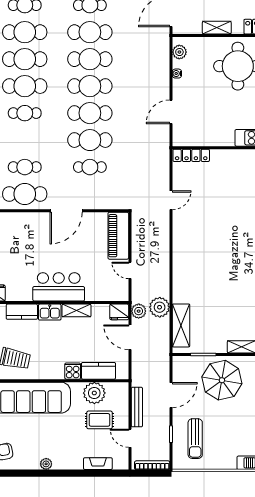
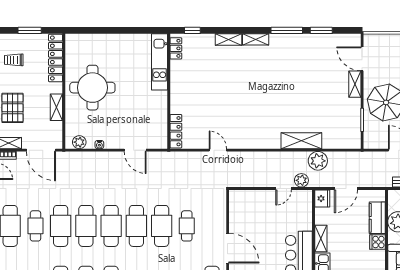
piano: (118, 236) -> (251, 199), removed
plant: (139, 311) -> (301, 180), moved
shelving: (181, 325) -> (301, 141), moved

